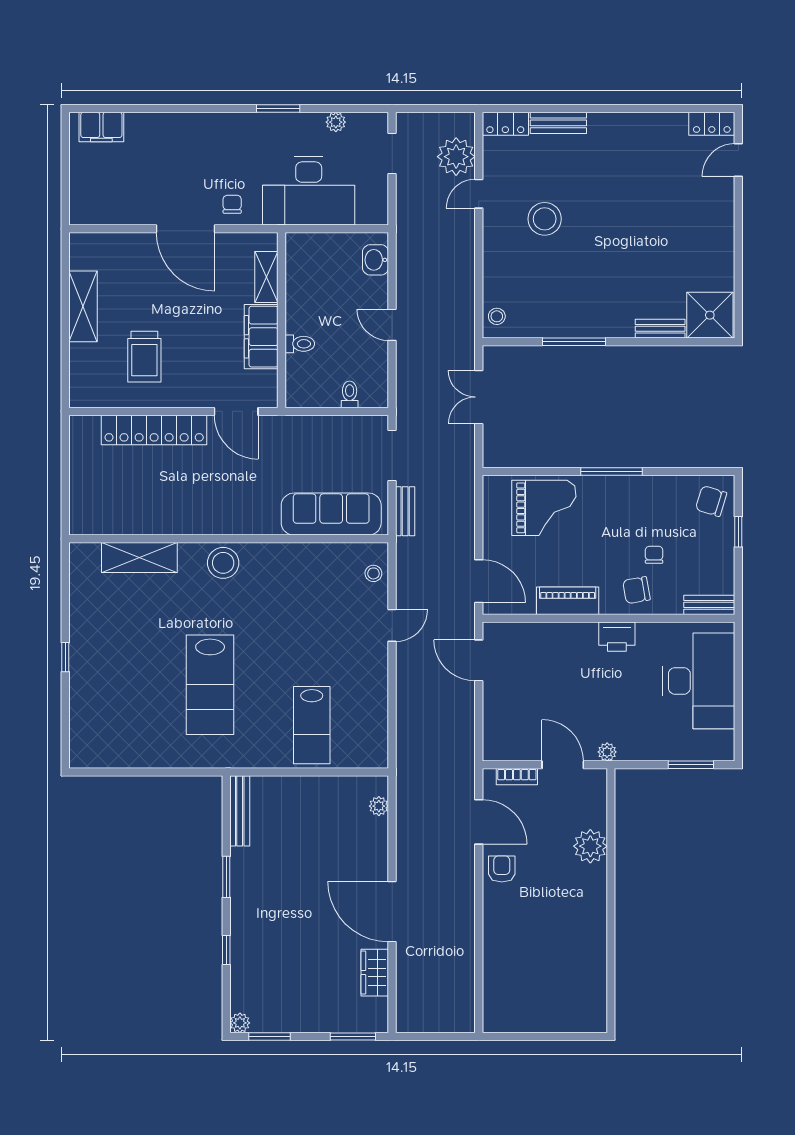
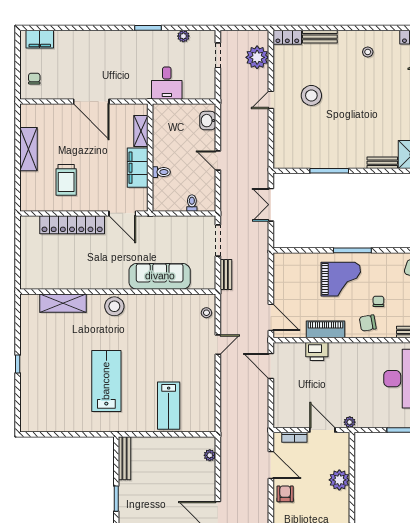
desk: (309, 191) -> (167, 83), width x0.53, depth x0.77
door: (479, 194) -> (271, 100), moved
chair: (232, 204) -> (34, 79), moved
stool: (497, 316) -> (368, 52), moved
grand piano: (544, 508) -> (341, 279), moved
sofa: (331, 514) -> (160, 276), moved
printer: (617, 637) -> (317, 351), moved
lab bench: (210, 685) -> (106, 381), turned 180

